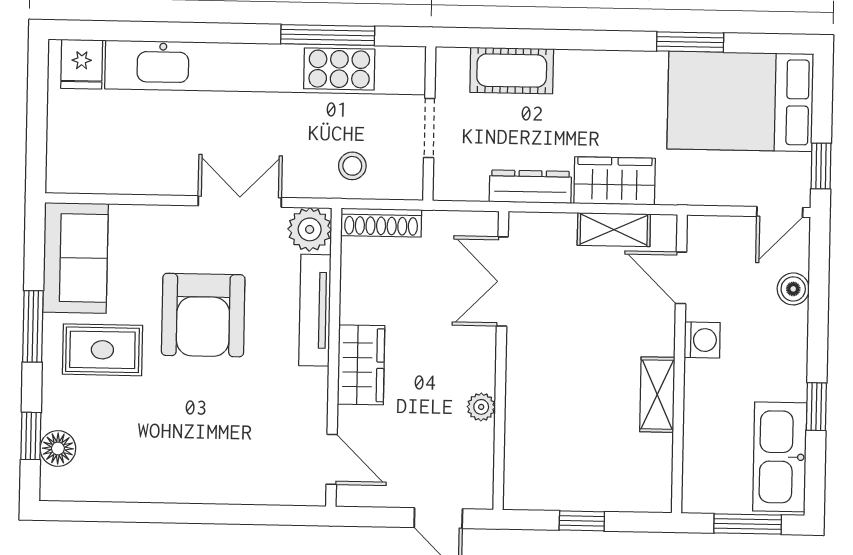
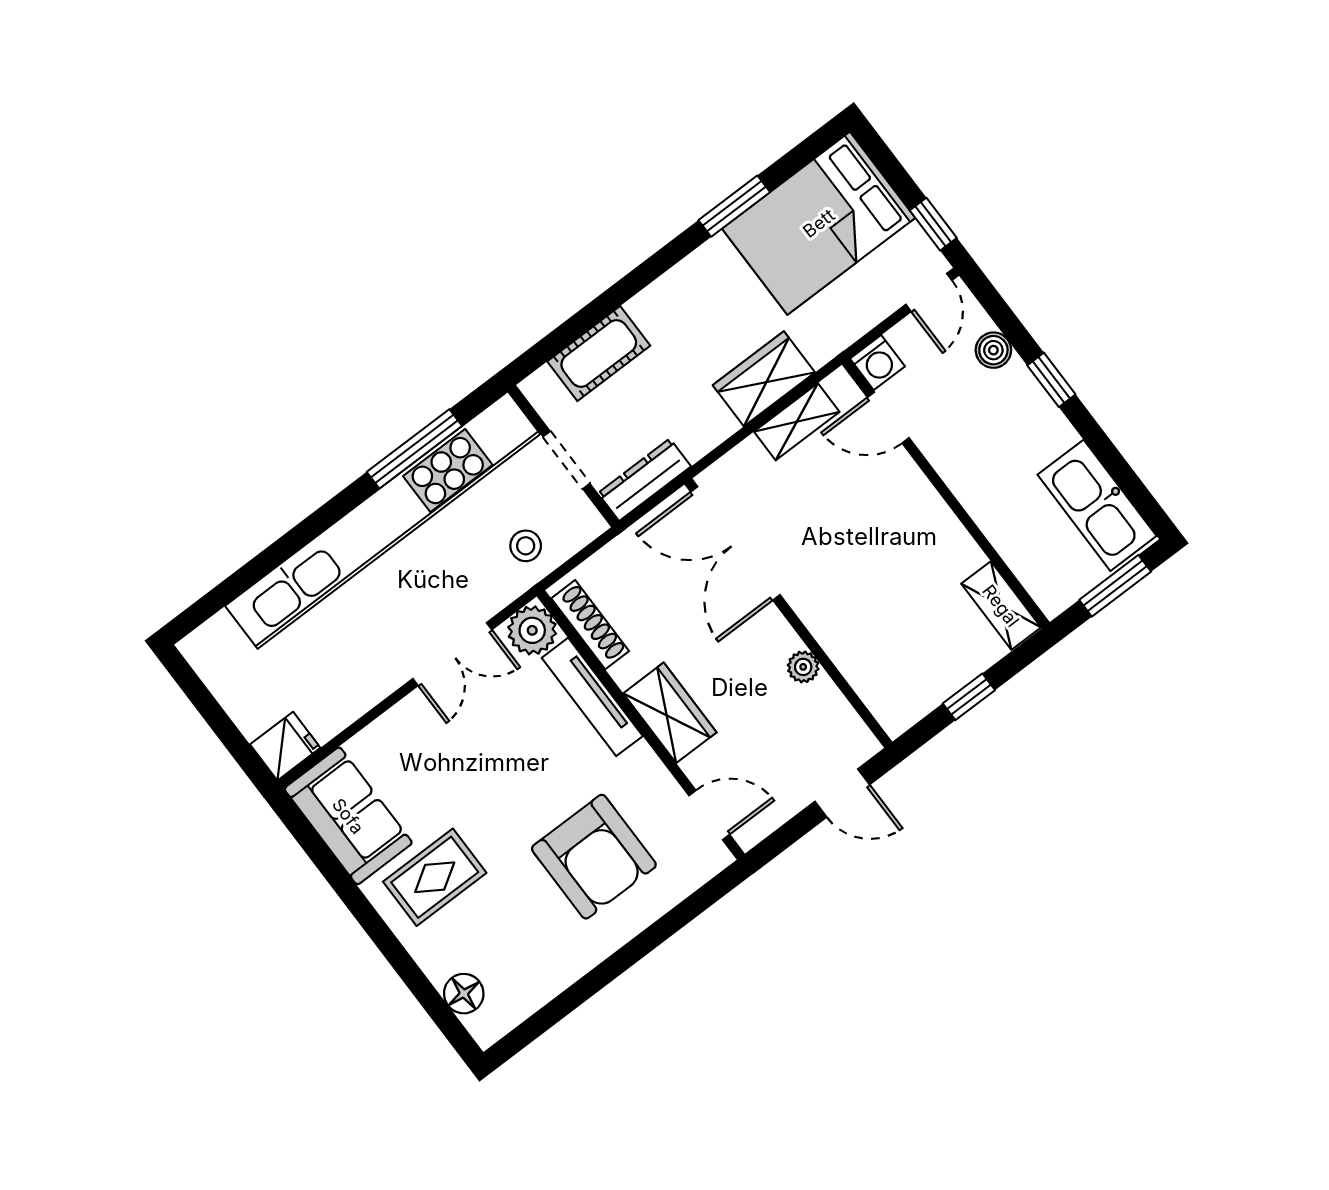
fridge: (82, 64) -> (285, 746), moved, turned -90
dresser: (530, 187) -> (645, 480), moved
double door: (240, 202) -> (452, 654), swing flipped
shoe rack: (381, 223) -> (590, 625), moved, turned -90
double door: (502, 281) -> (735, 543), width x1.37
armchair: (203, 315) -> (594, 857), moved
window: (33, 326) -> (358, 905), removed
washing machine: (702, 340) -> (877, 362), moved, turned 90
shelving: (657, 395) -> (1001, 606), moved
window: (816, 407) -> (1051, 380), moved
window: (31, 436) -> (432, 1001), removed

